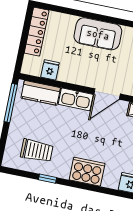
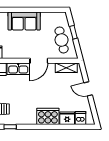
cooker: (87, 172) -> (48, 116), moved

